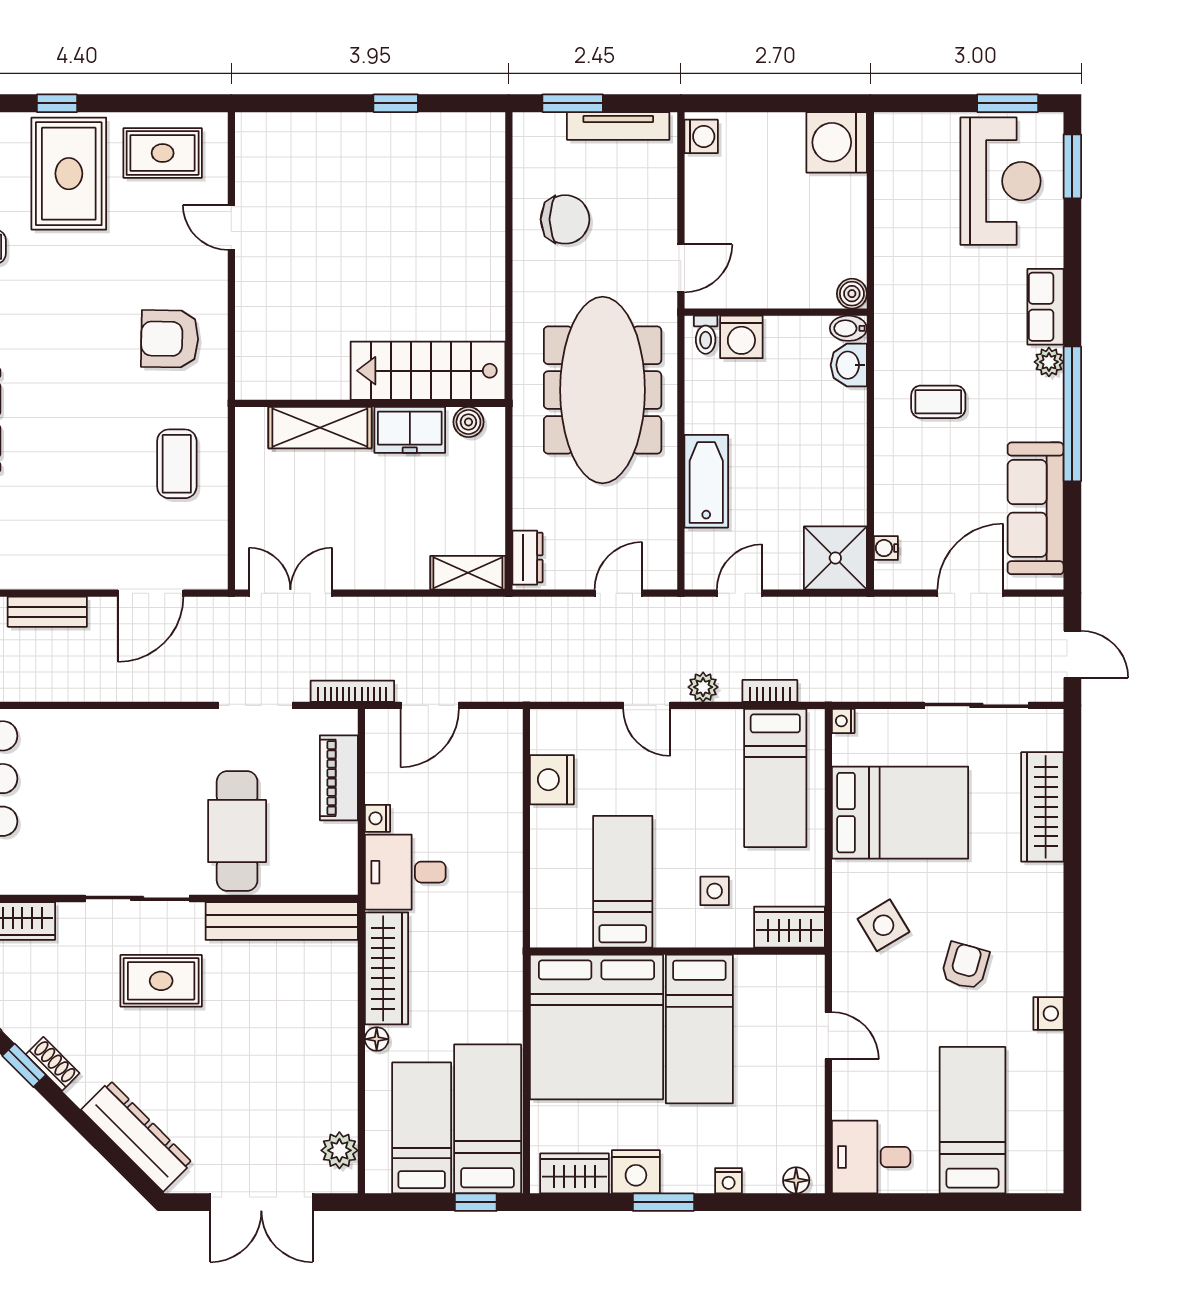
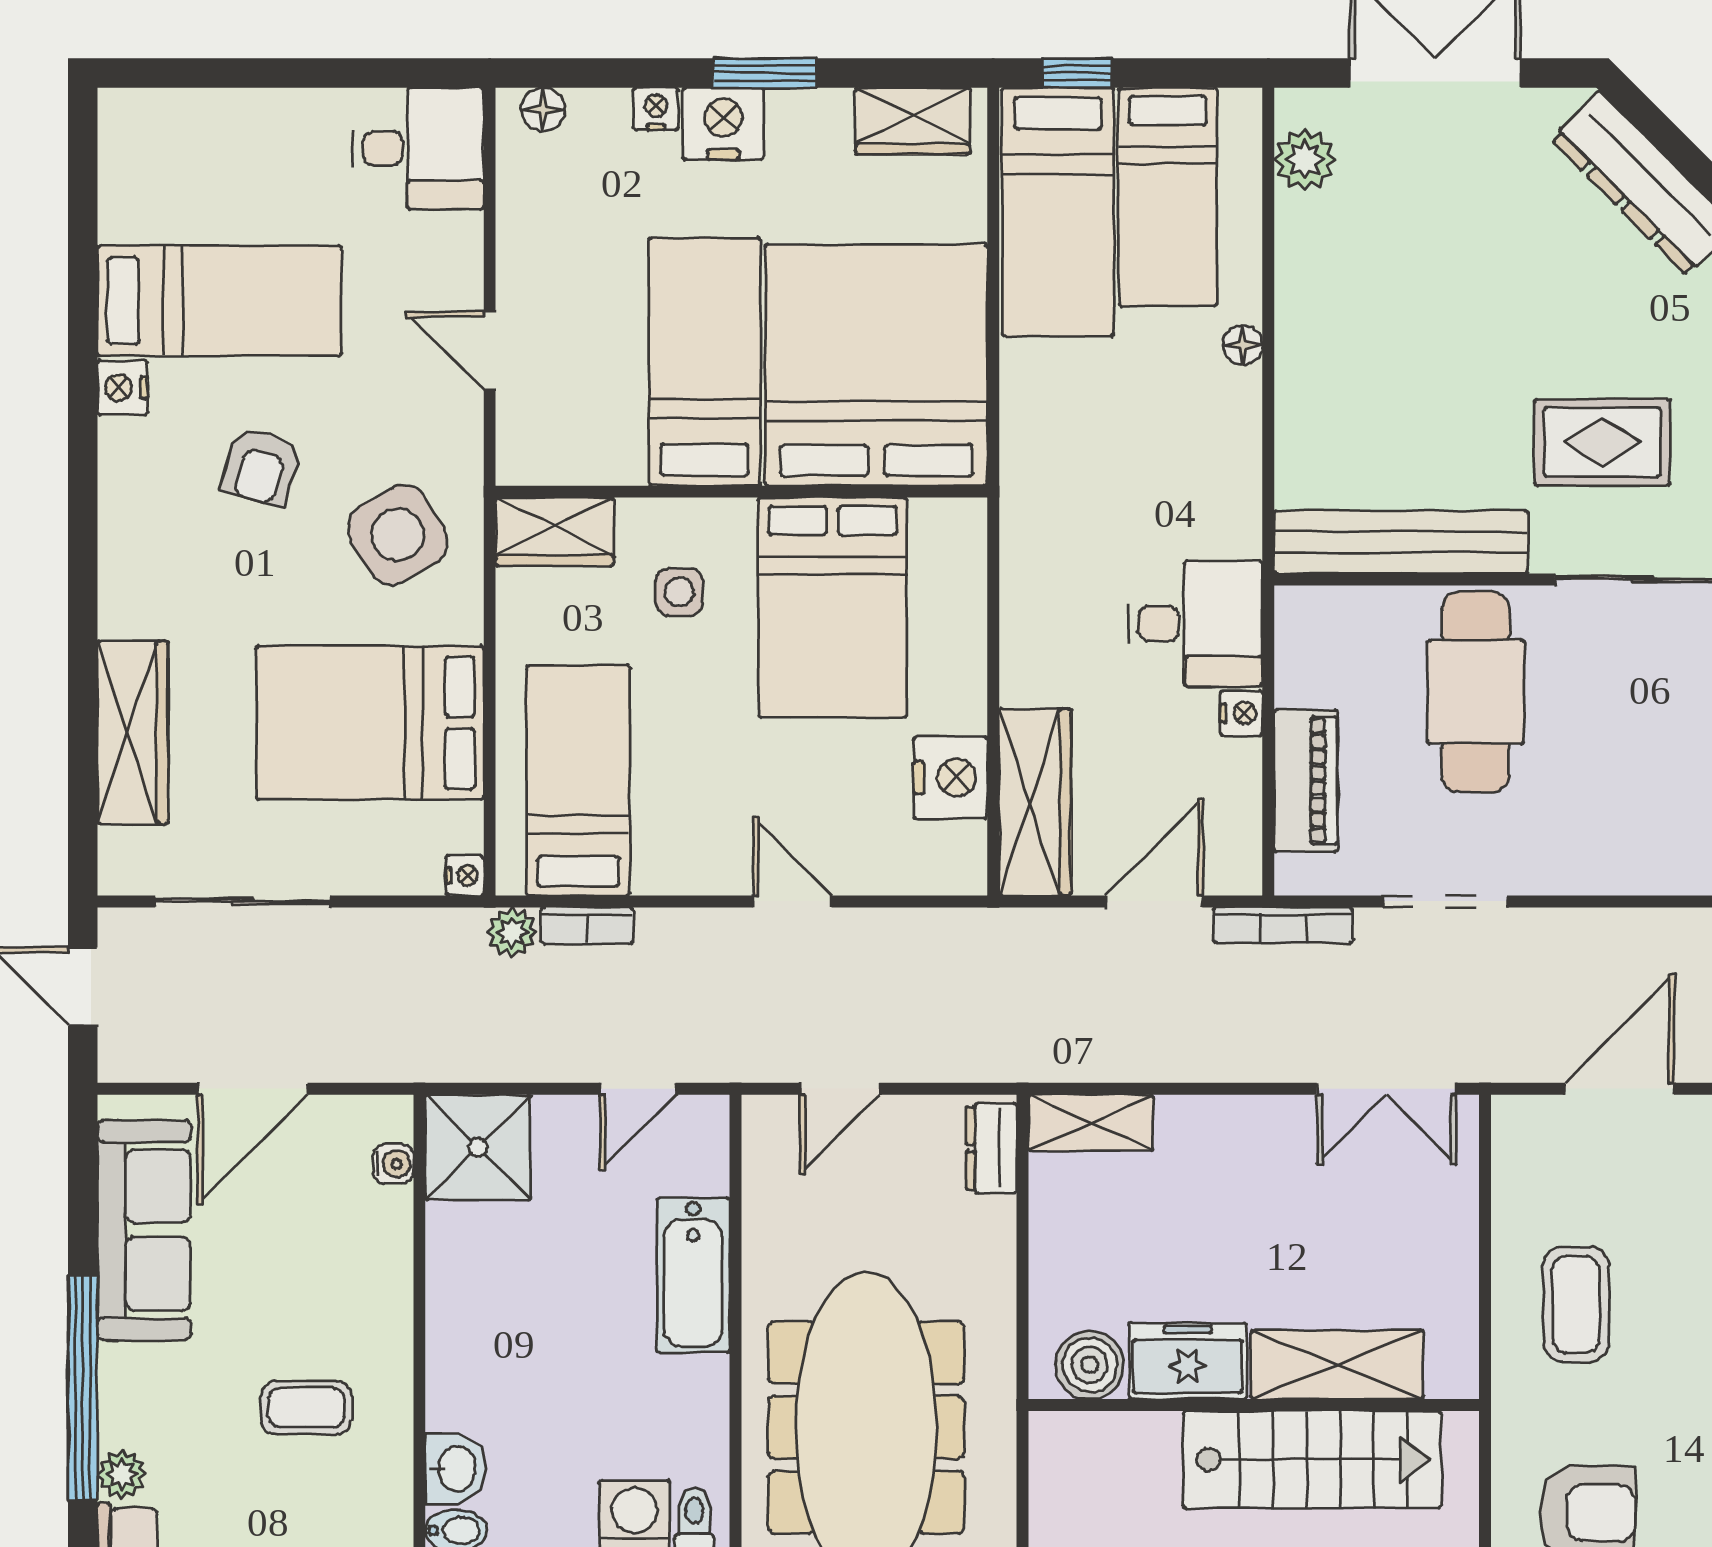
stairs: (428, 371) -> (1312, 1460), moved
boiler: (468, 422) -> (1090, 1365), width x1.36, depth x1.36
plant: (703, 687) -> (512, 932), moved
bed: (623, 882) -> (832, 607), width x1.50
side table: (883, 925) -> (398, 535), width x1.37, depth x1.37
wardrobe: (386, 968) -> (1035, 802), moved, turned 180
bed: (972, 1120) -> (219, 301), moved, turned -90
nightstand: (636, 1172) -> (723, 124), moved

